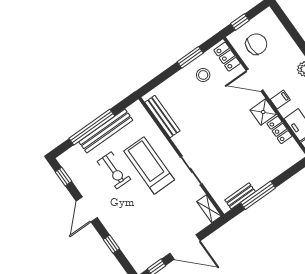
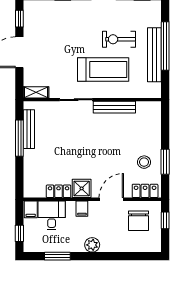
bench: (162, 116) -> (114, 107), moved
bench: (240, 196) -> (29, 129), width x1.36

